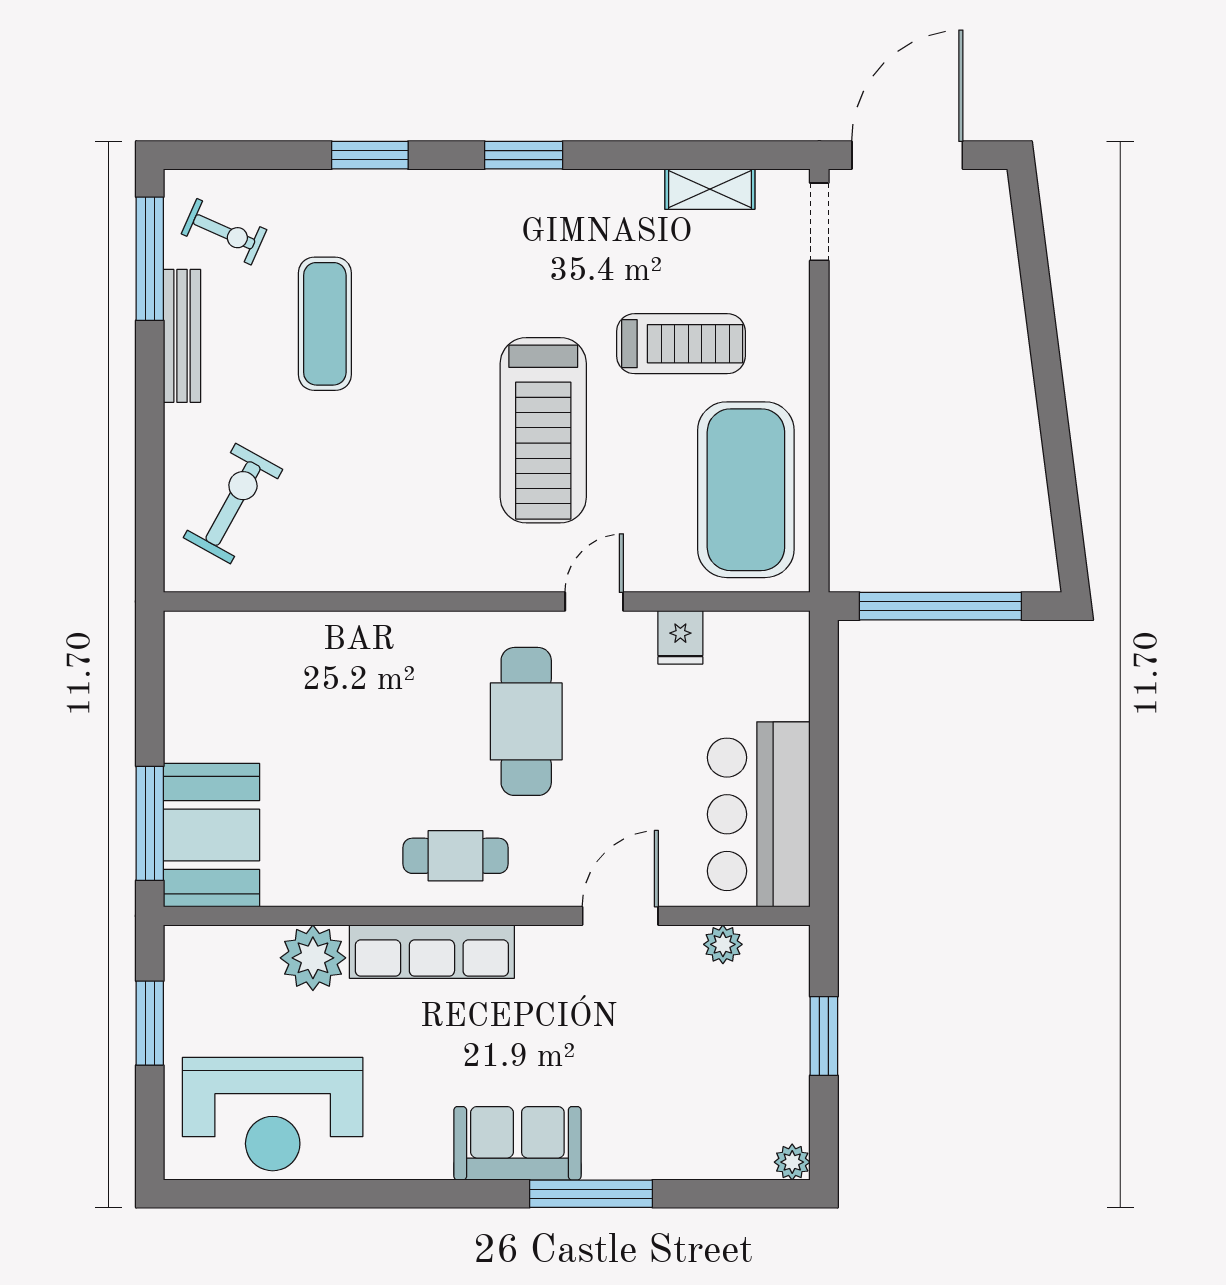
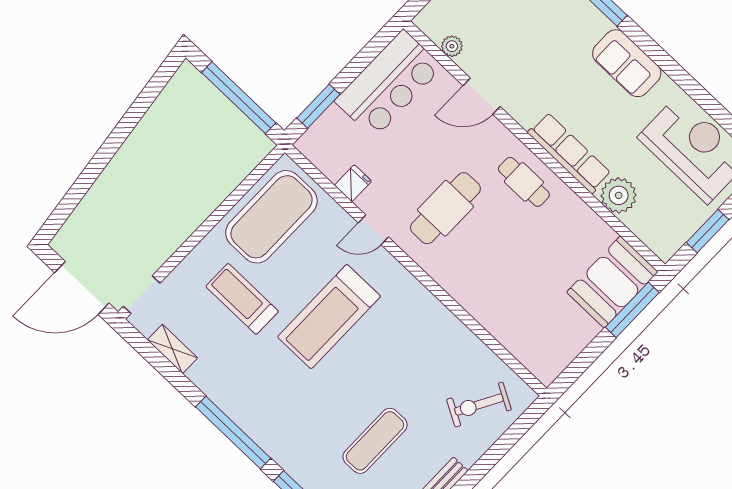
window: (524, 155) -> (233, 432), width x2.11
treadmill: (543, 430) -> (329, 317), turned 180
window: (824, 696) -> (318, 106), added
sofa: (517, 1143) -> (627, 63), moved

